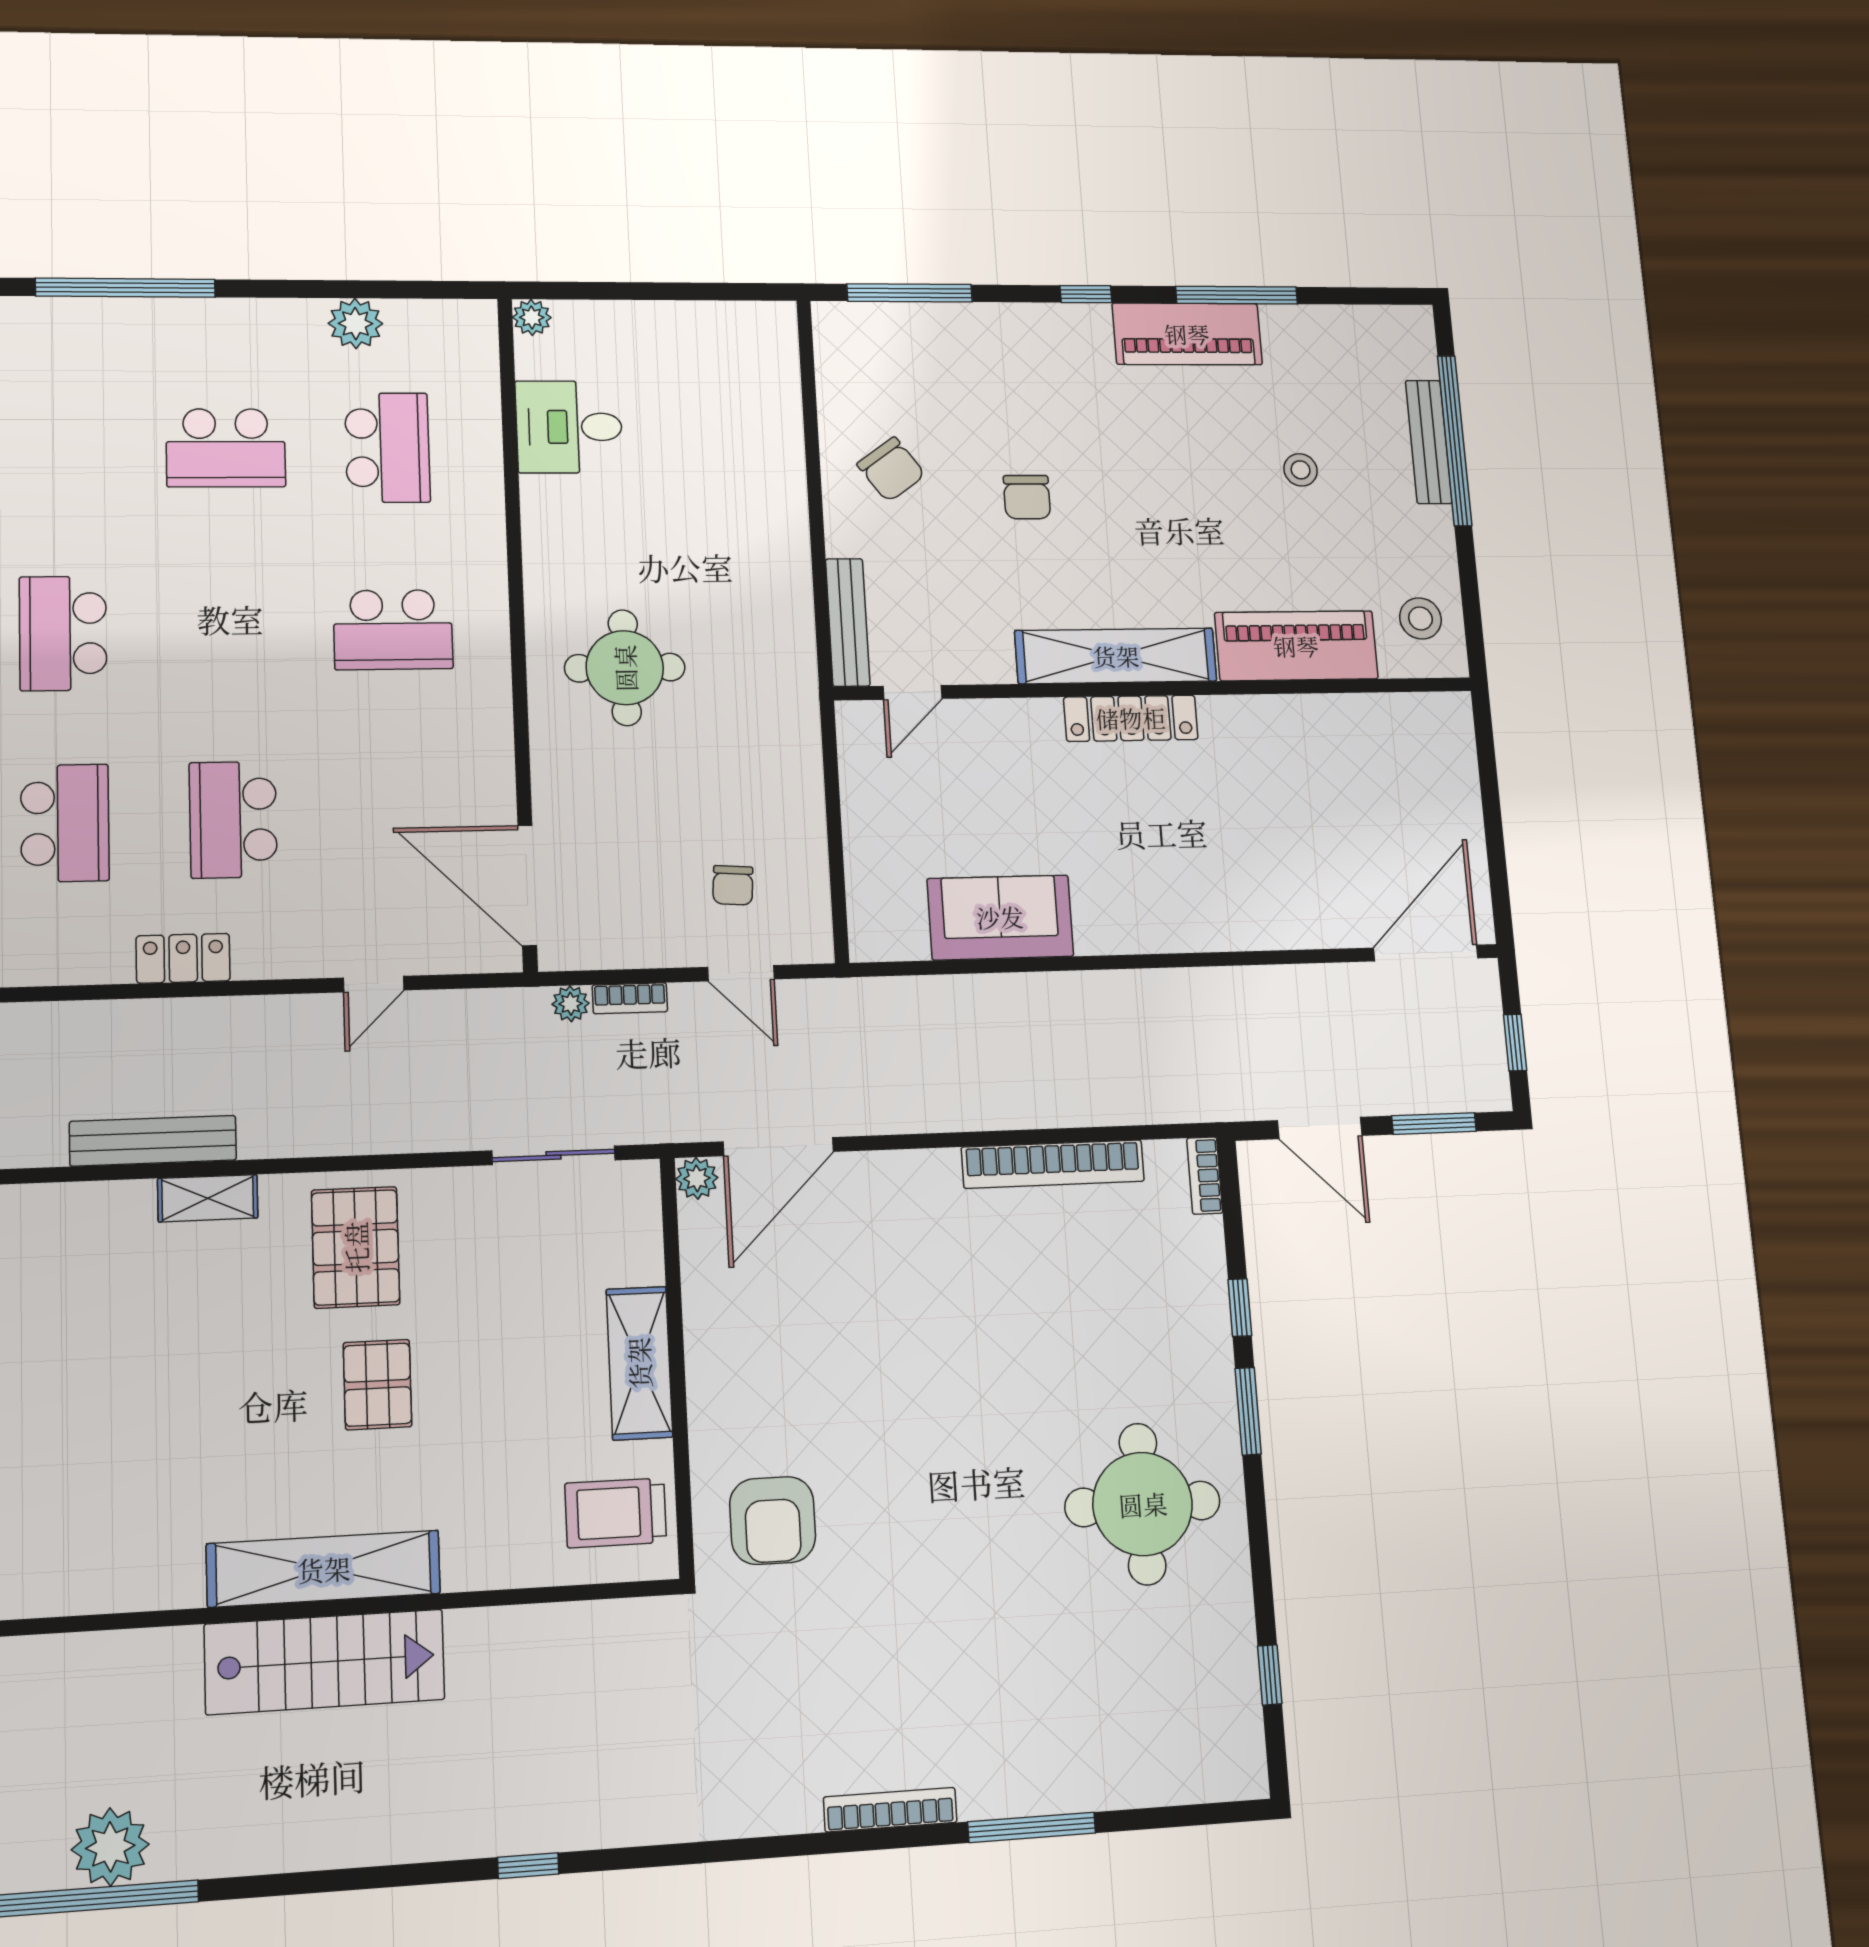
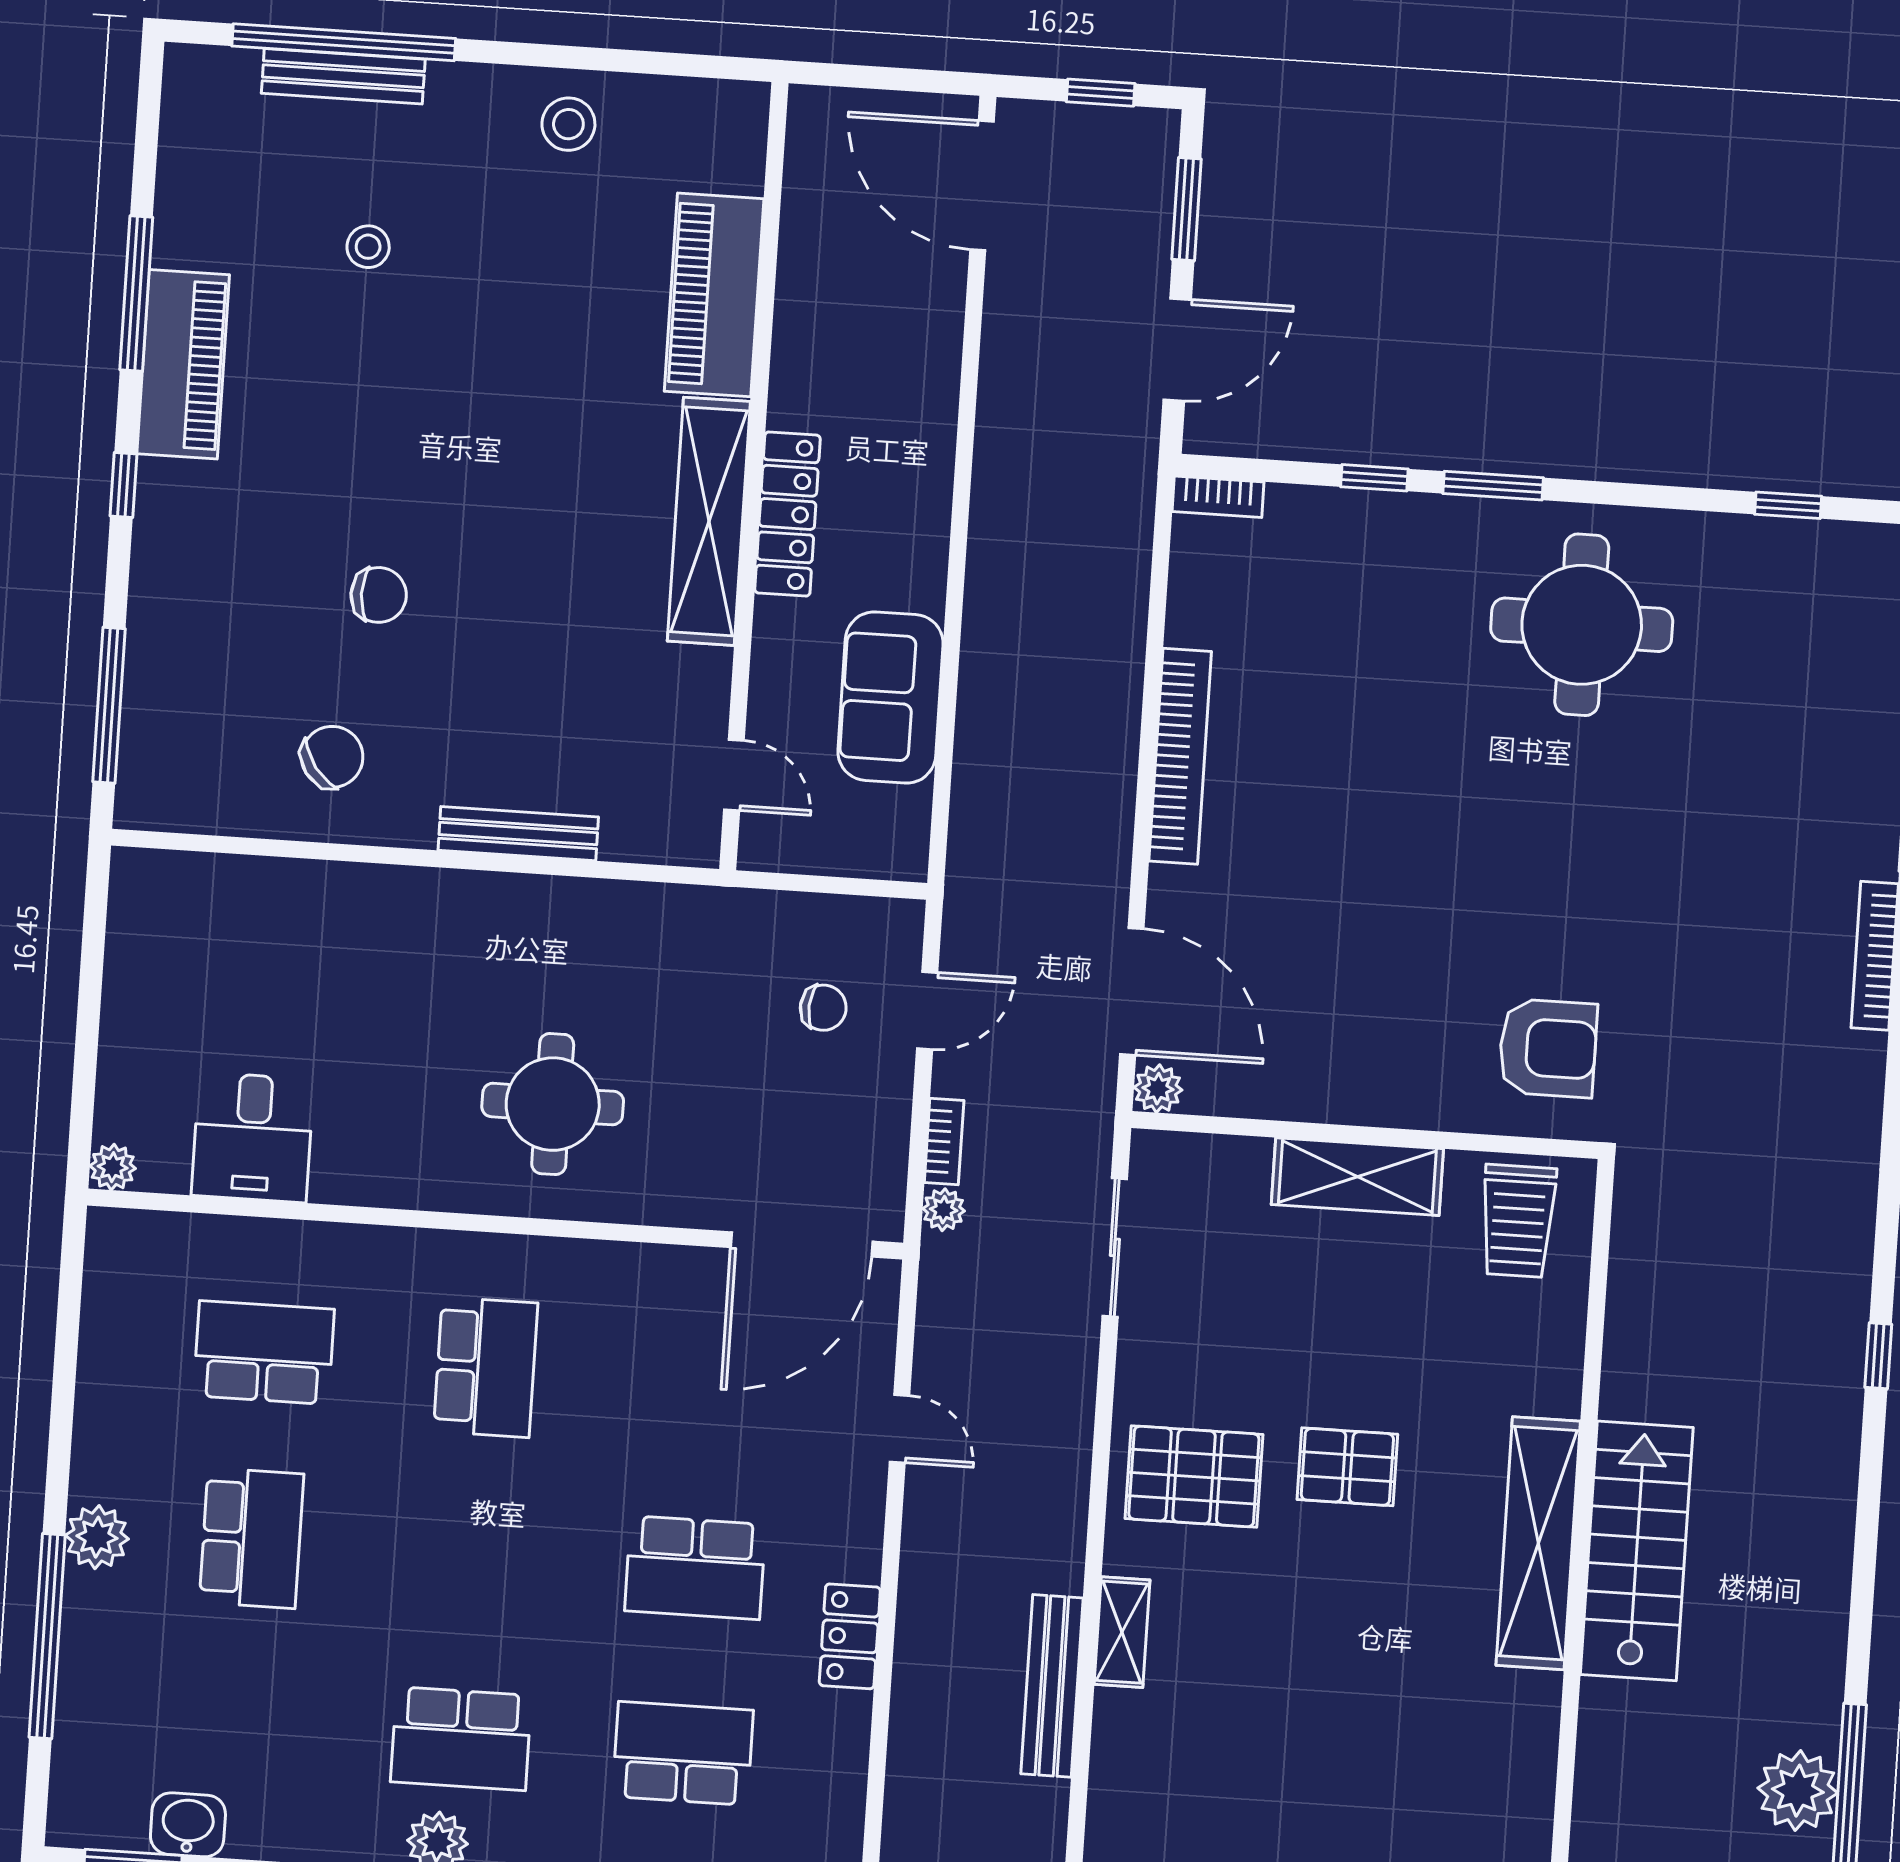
plant: (355, 324) -> (97, 1537), moved
piano: (1296, 646) -> (714, 295), moved
shelving: (1116, 656) -> (709, 521), moved
wall: (1157, 689) -> (754, 476), moved
door: (912, 692) -> (734, 775), moved
locker: (1131, 718) -> (787, 514), moved
bookcase: (1053, 1164) -> (1180, 756), moved

